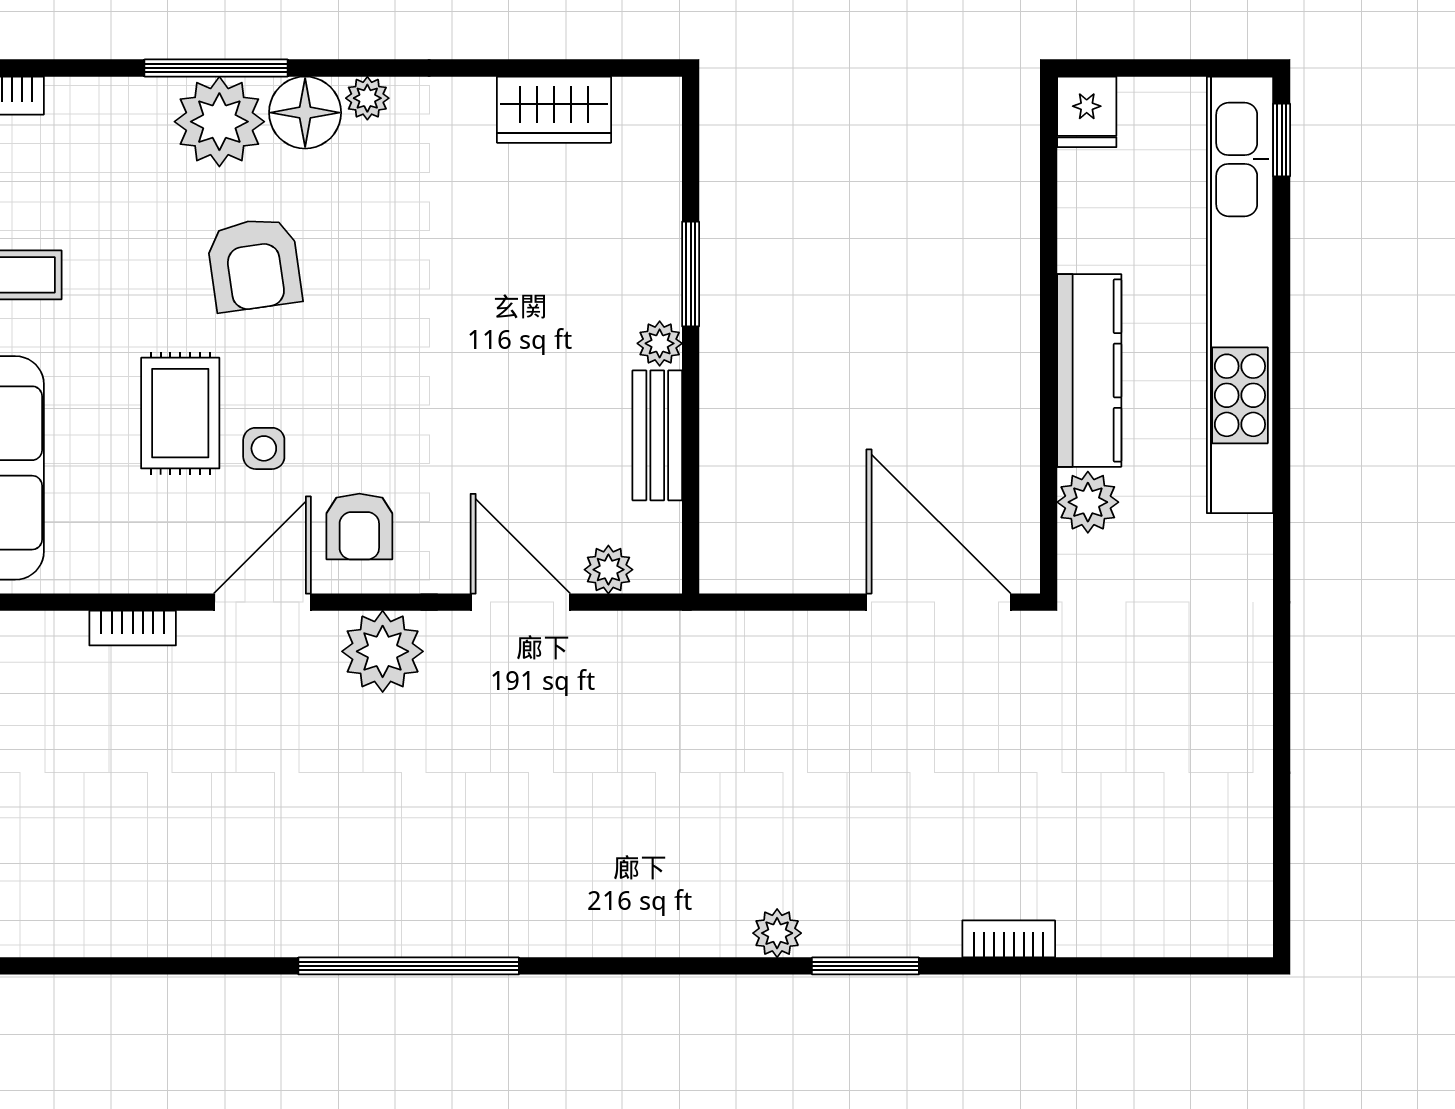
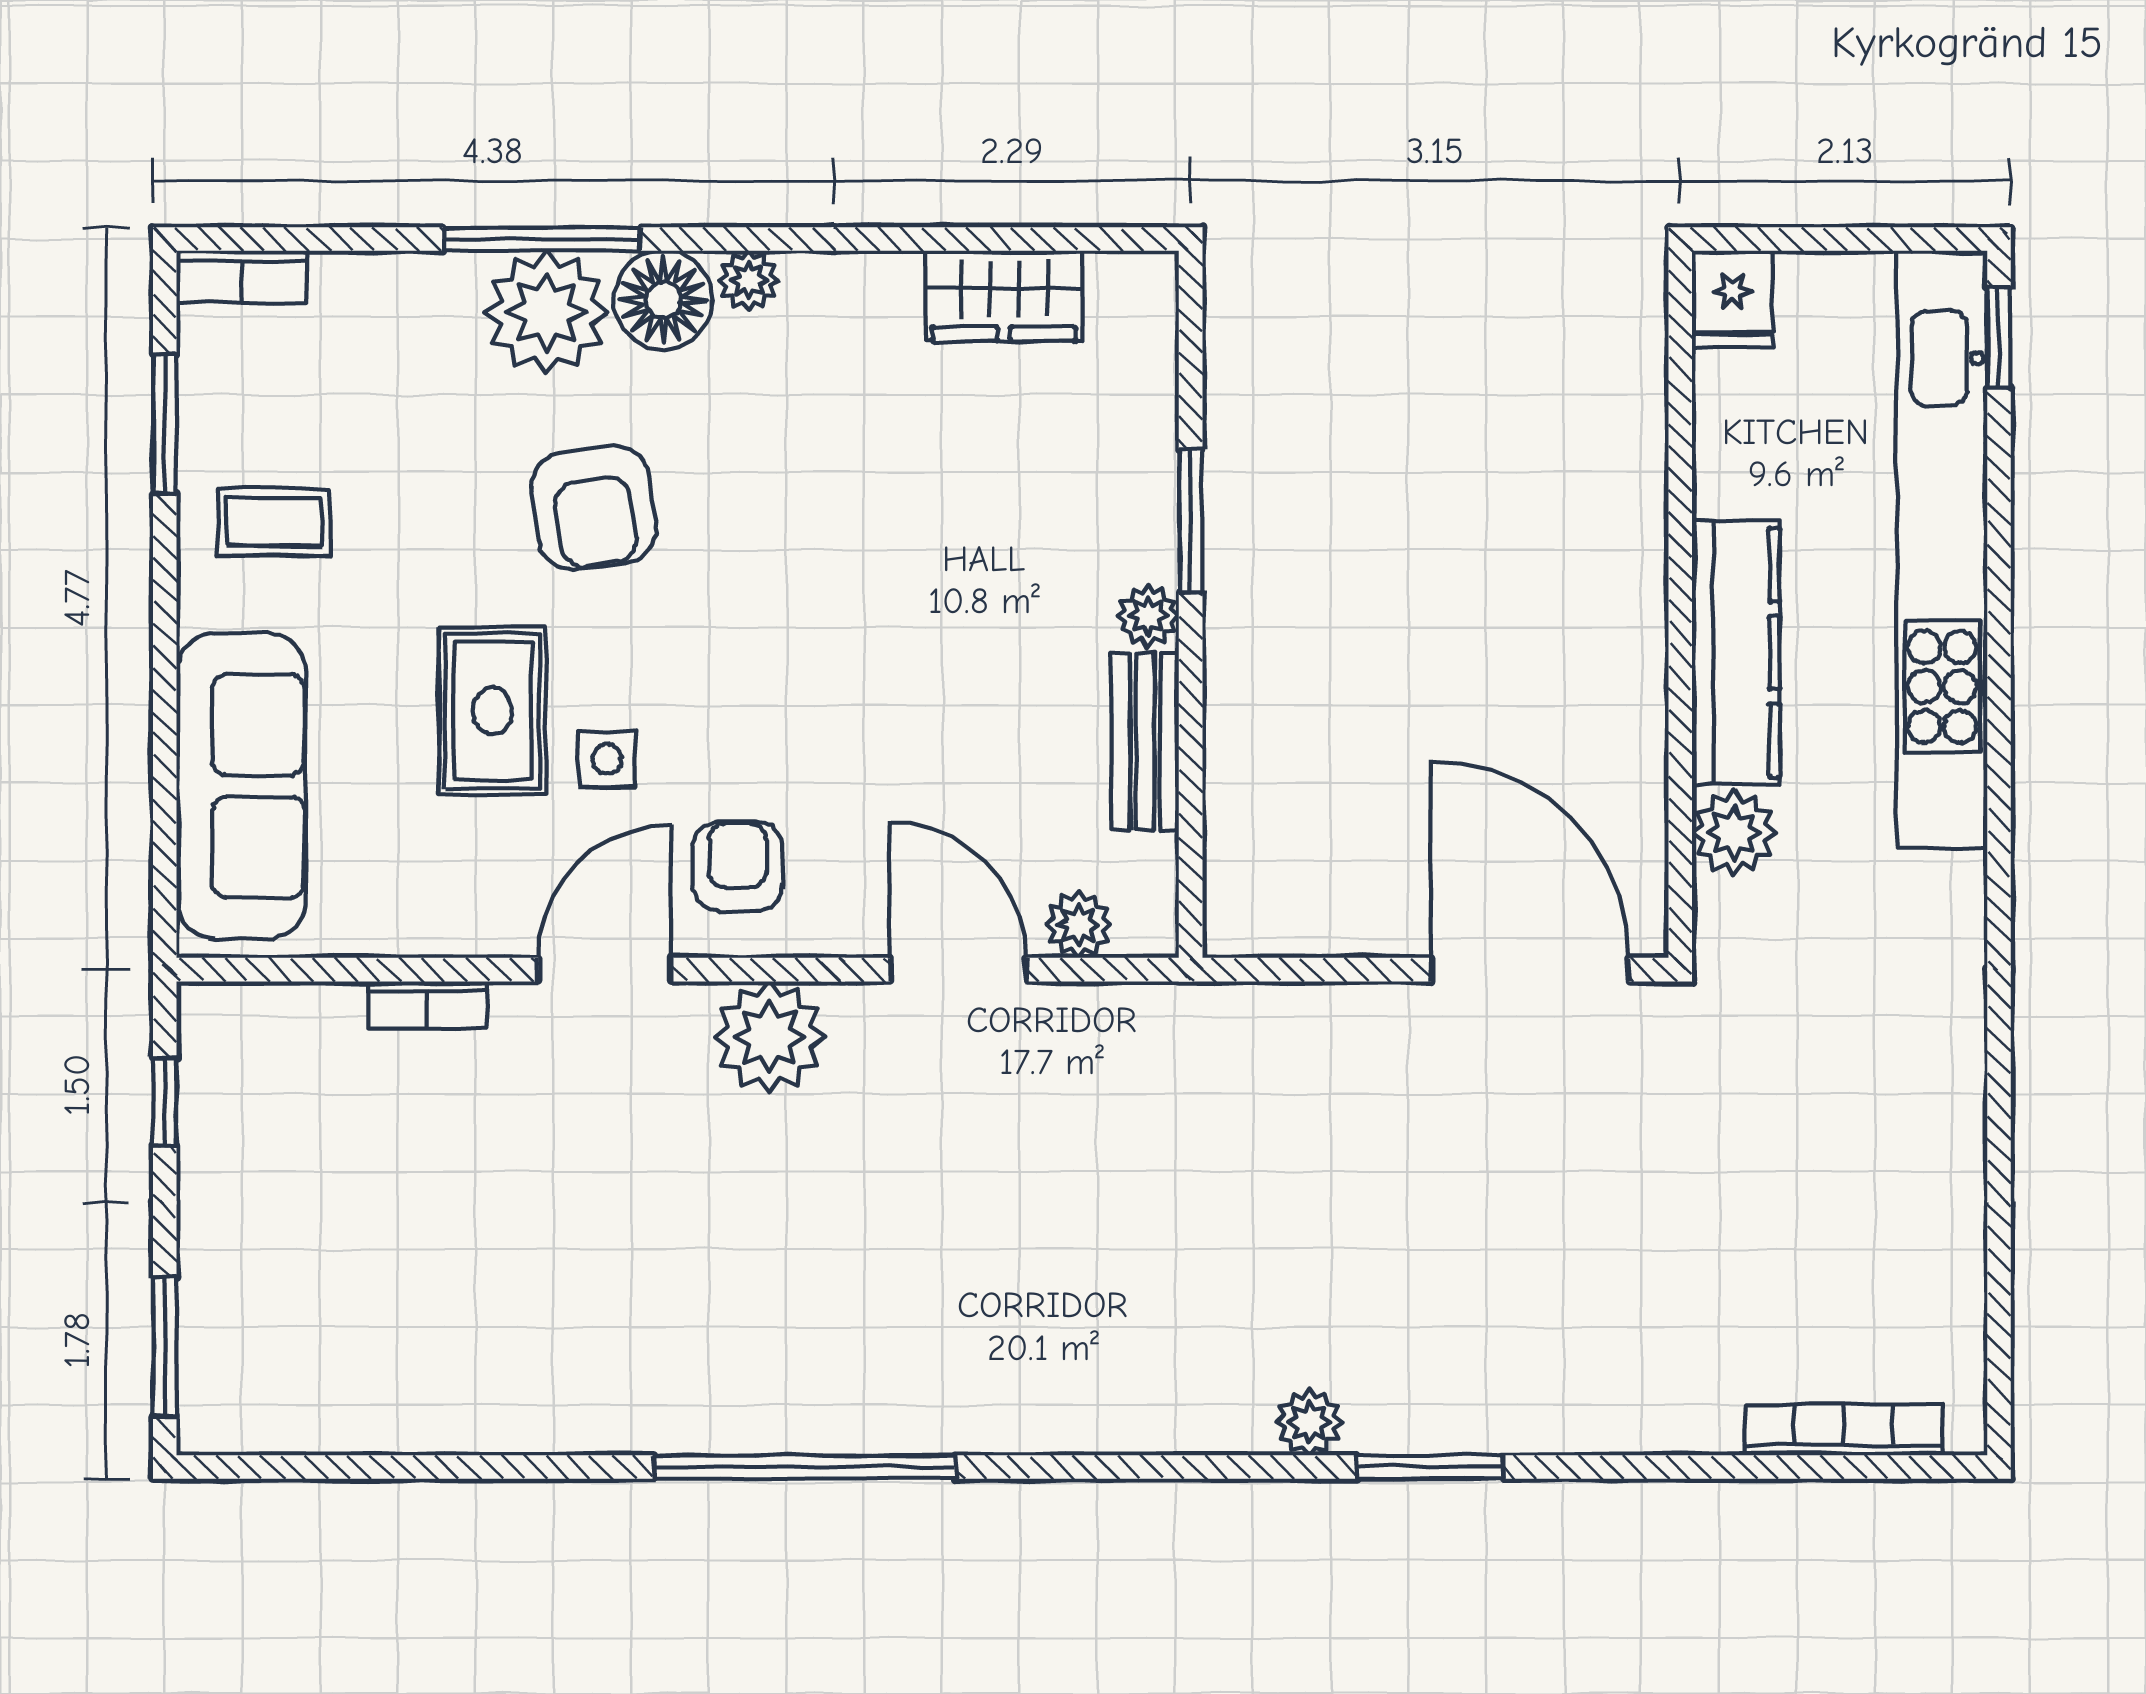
armchair: (359, 527) -> (738, 866), turned 180
bookcase: (1009, 939) -> (1844, 1430), moved, width x1.56

